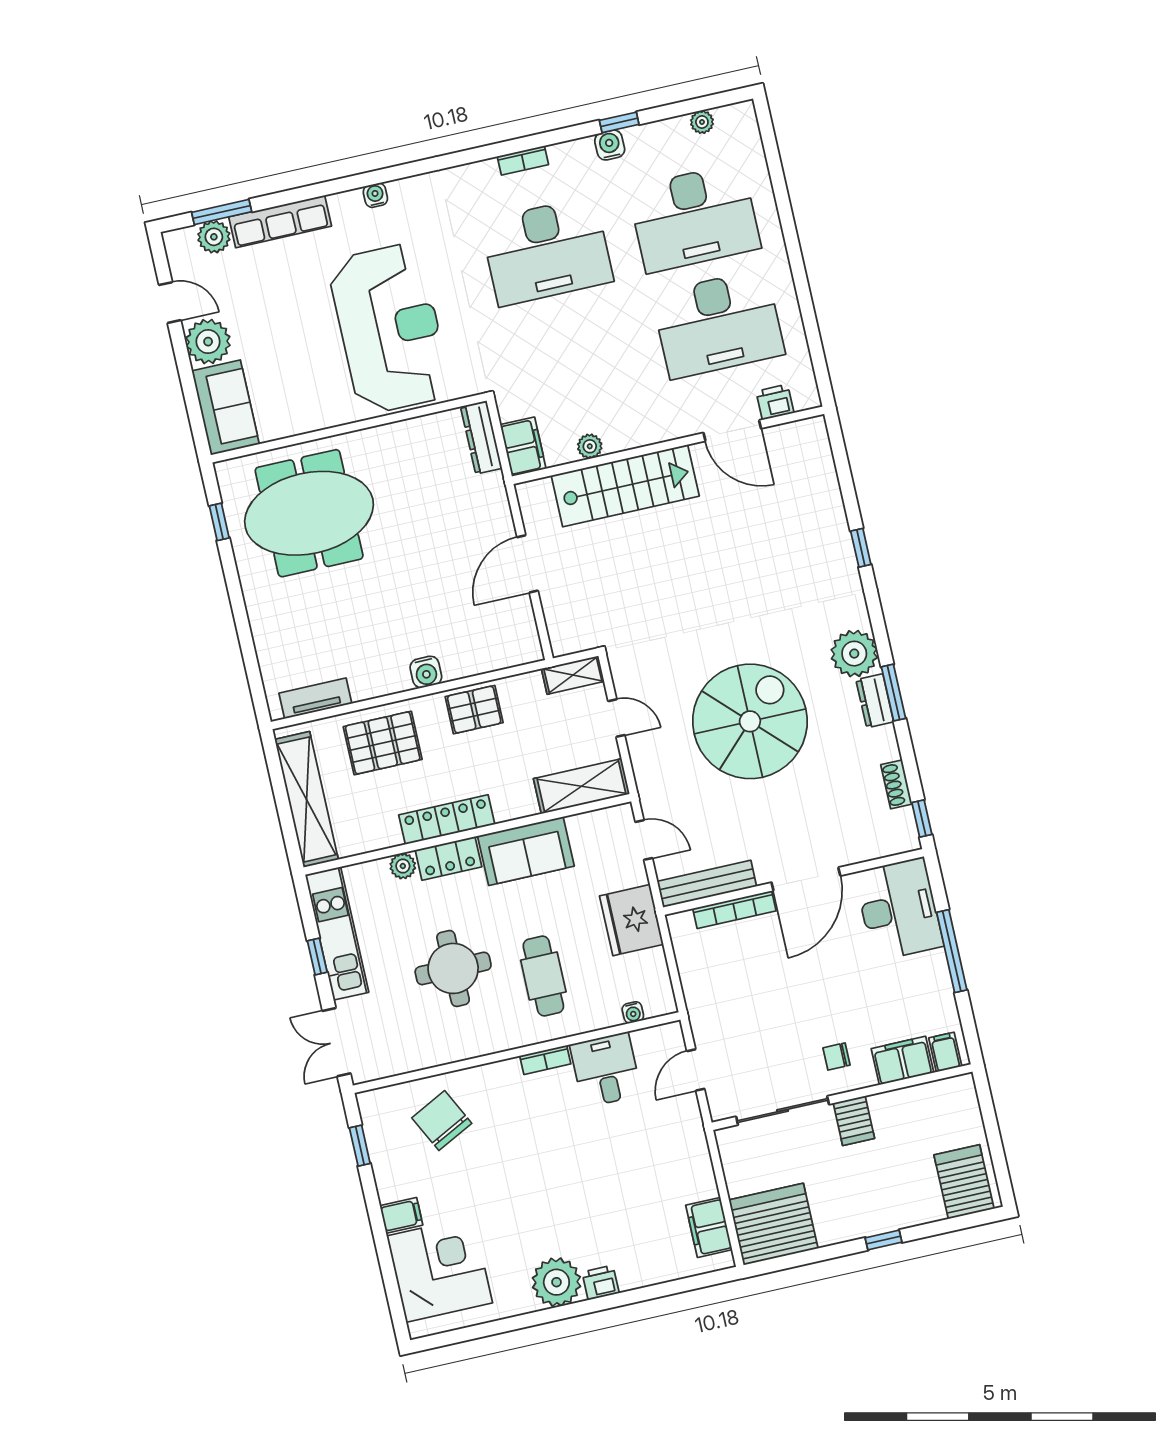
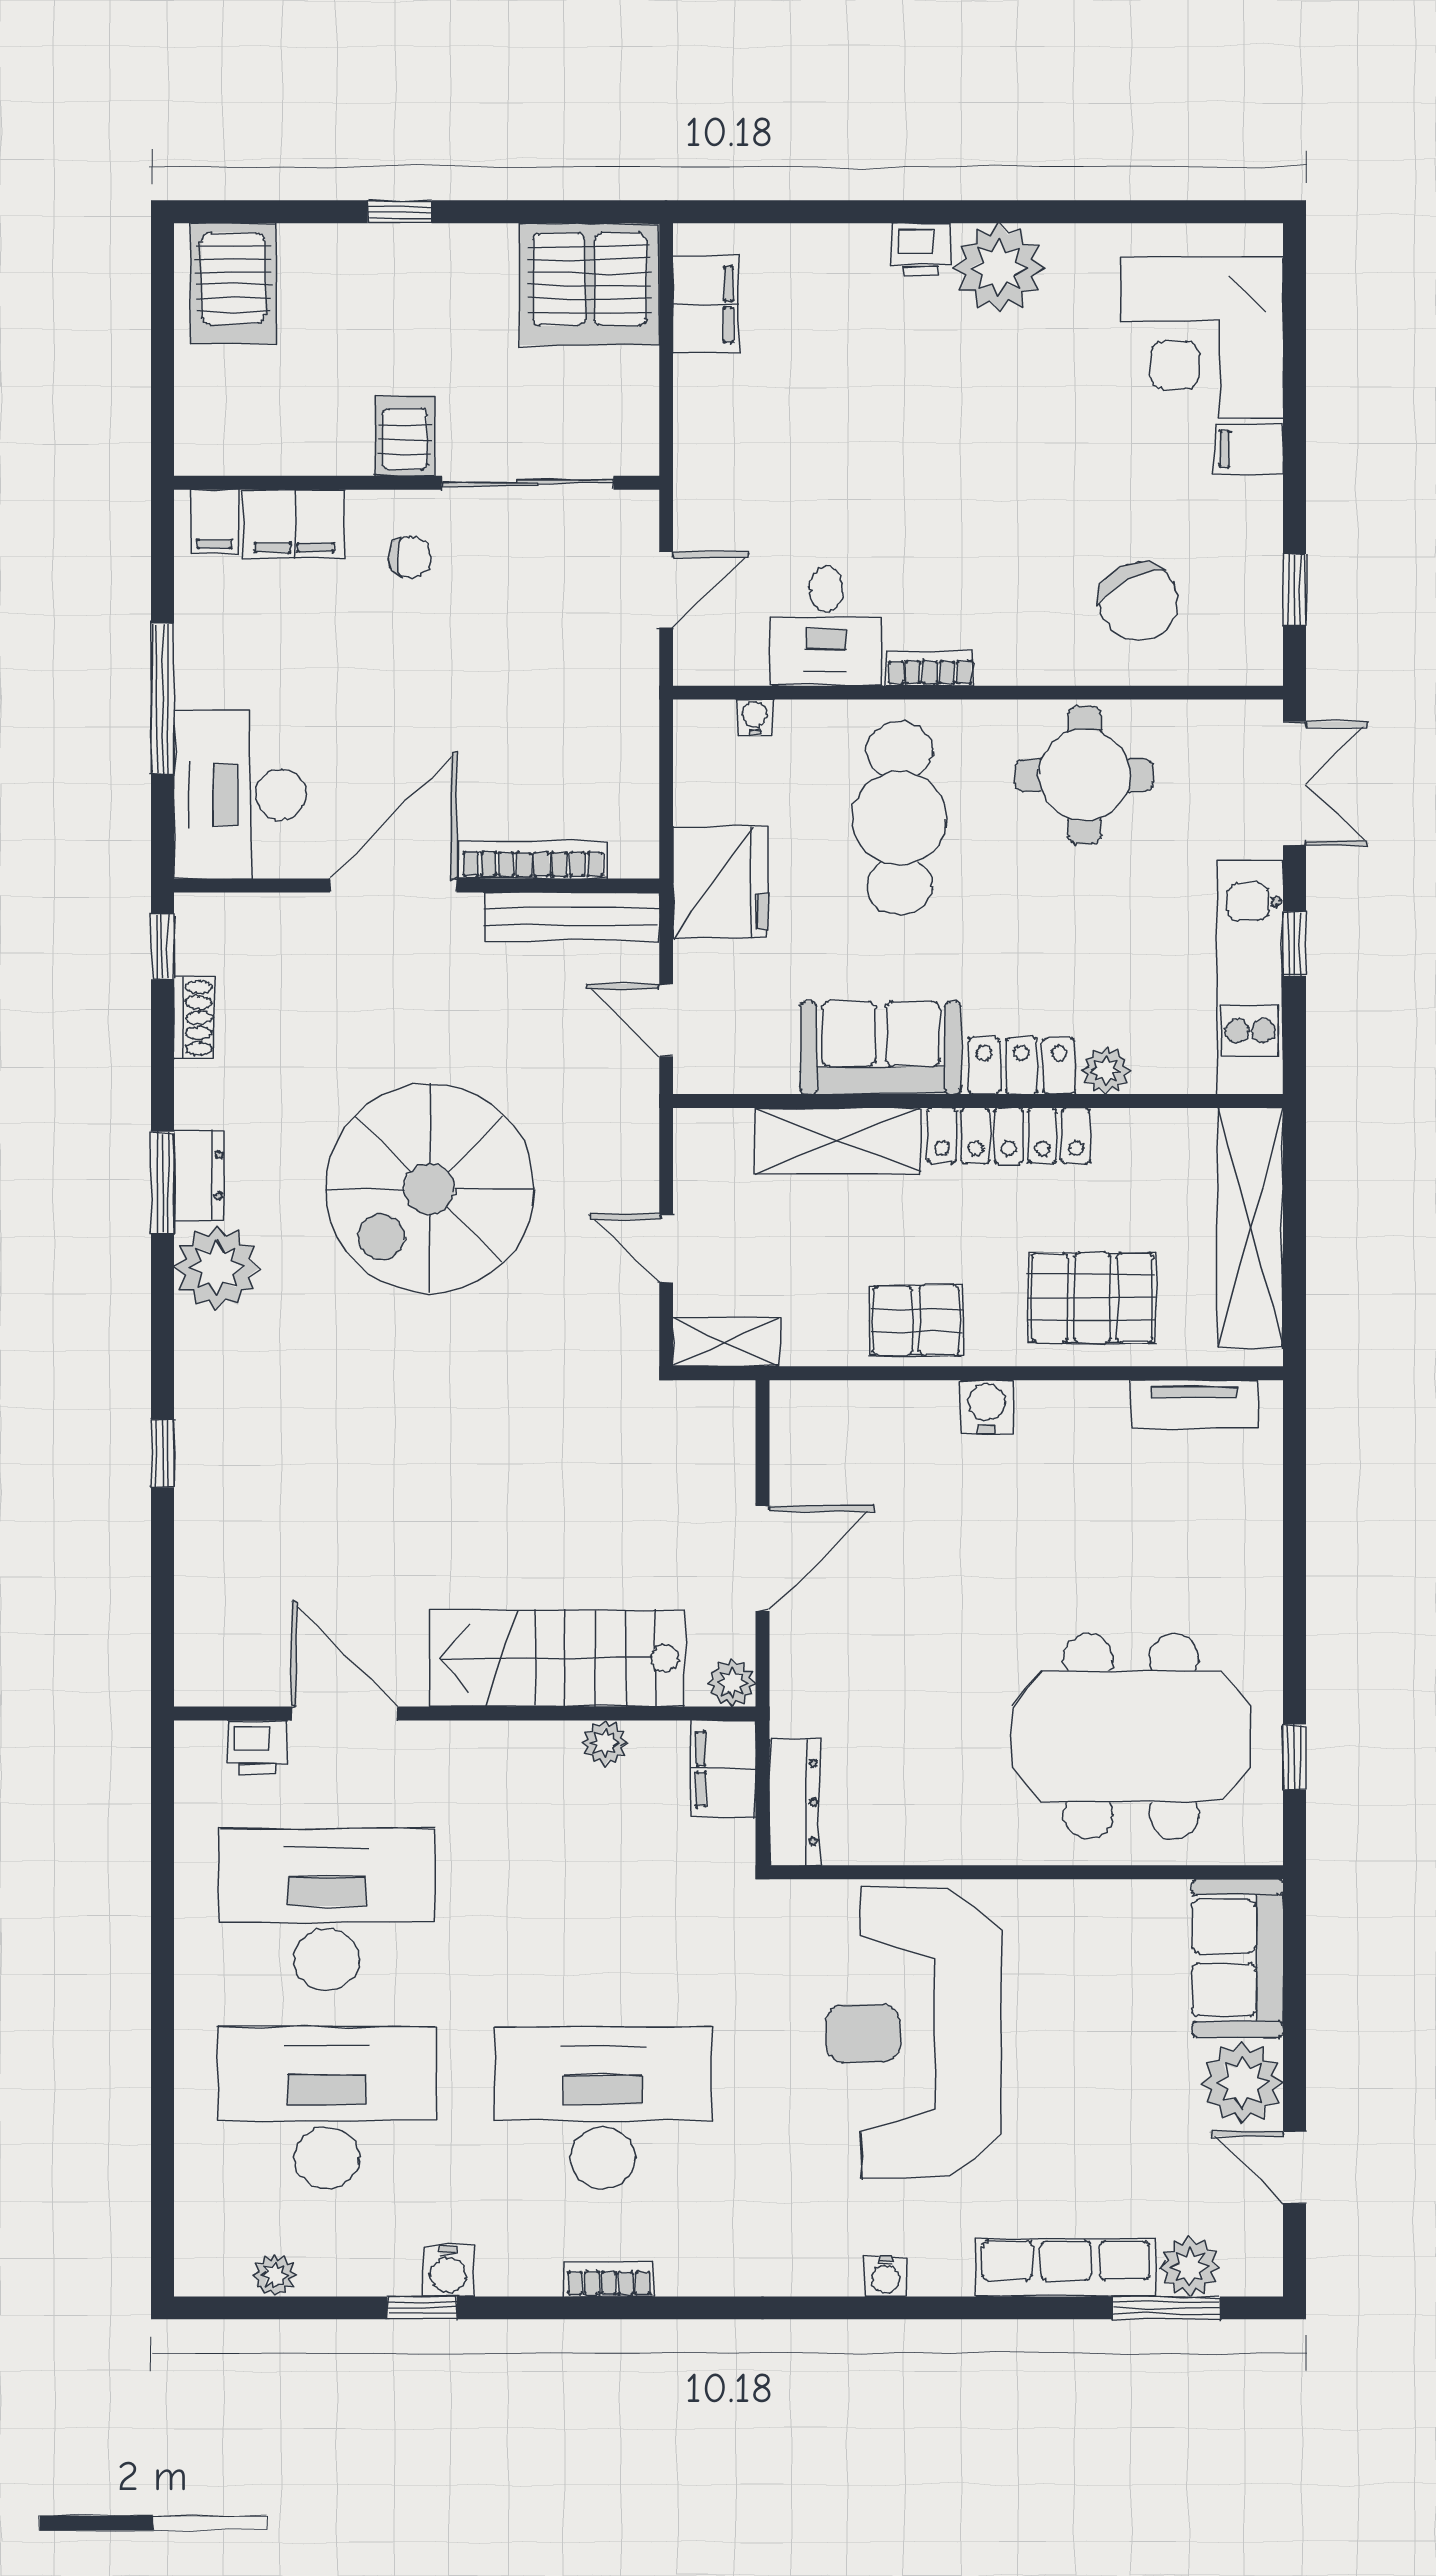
plant: (529, 494) -> (732, 1683), added
shelving: (582, 786) -> (838, 1141), moved
round table: (453, 968) -> (1084, 775), moved
cafe table: (543, 976) -> (900, 818), width x1.37, depth x1.35

